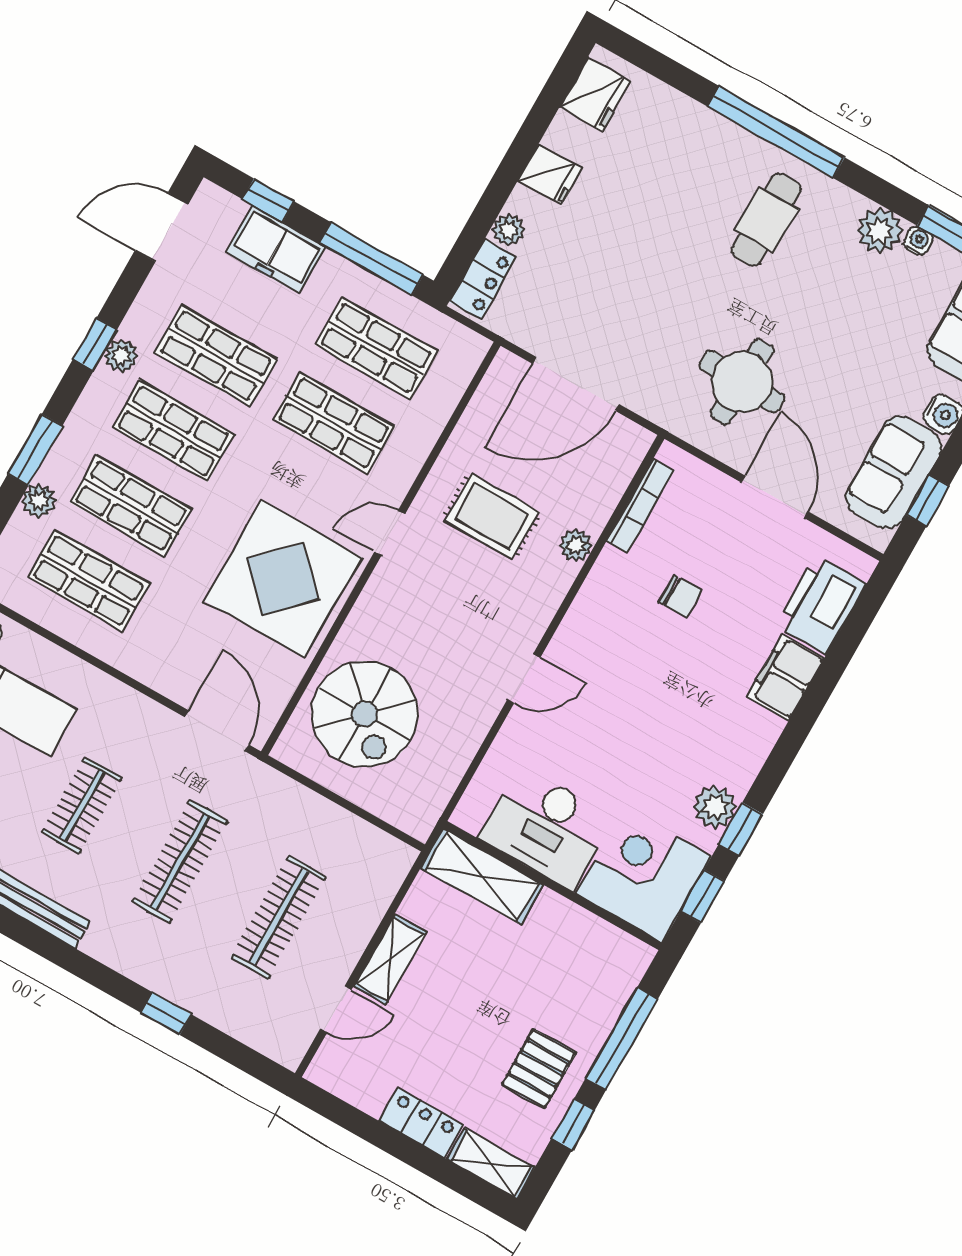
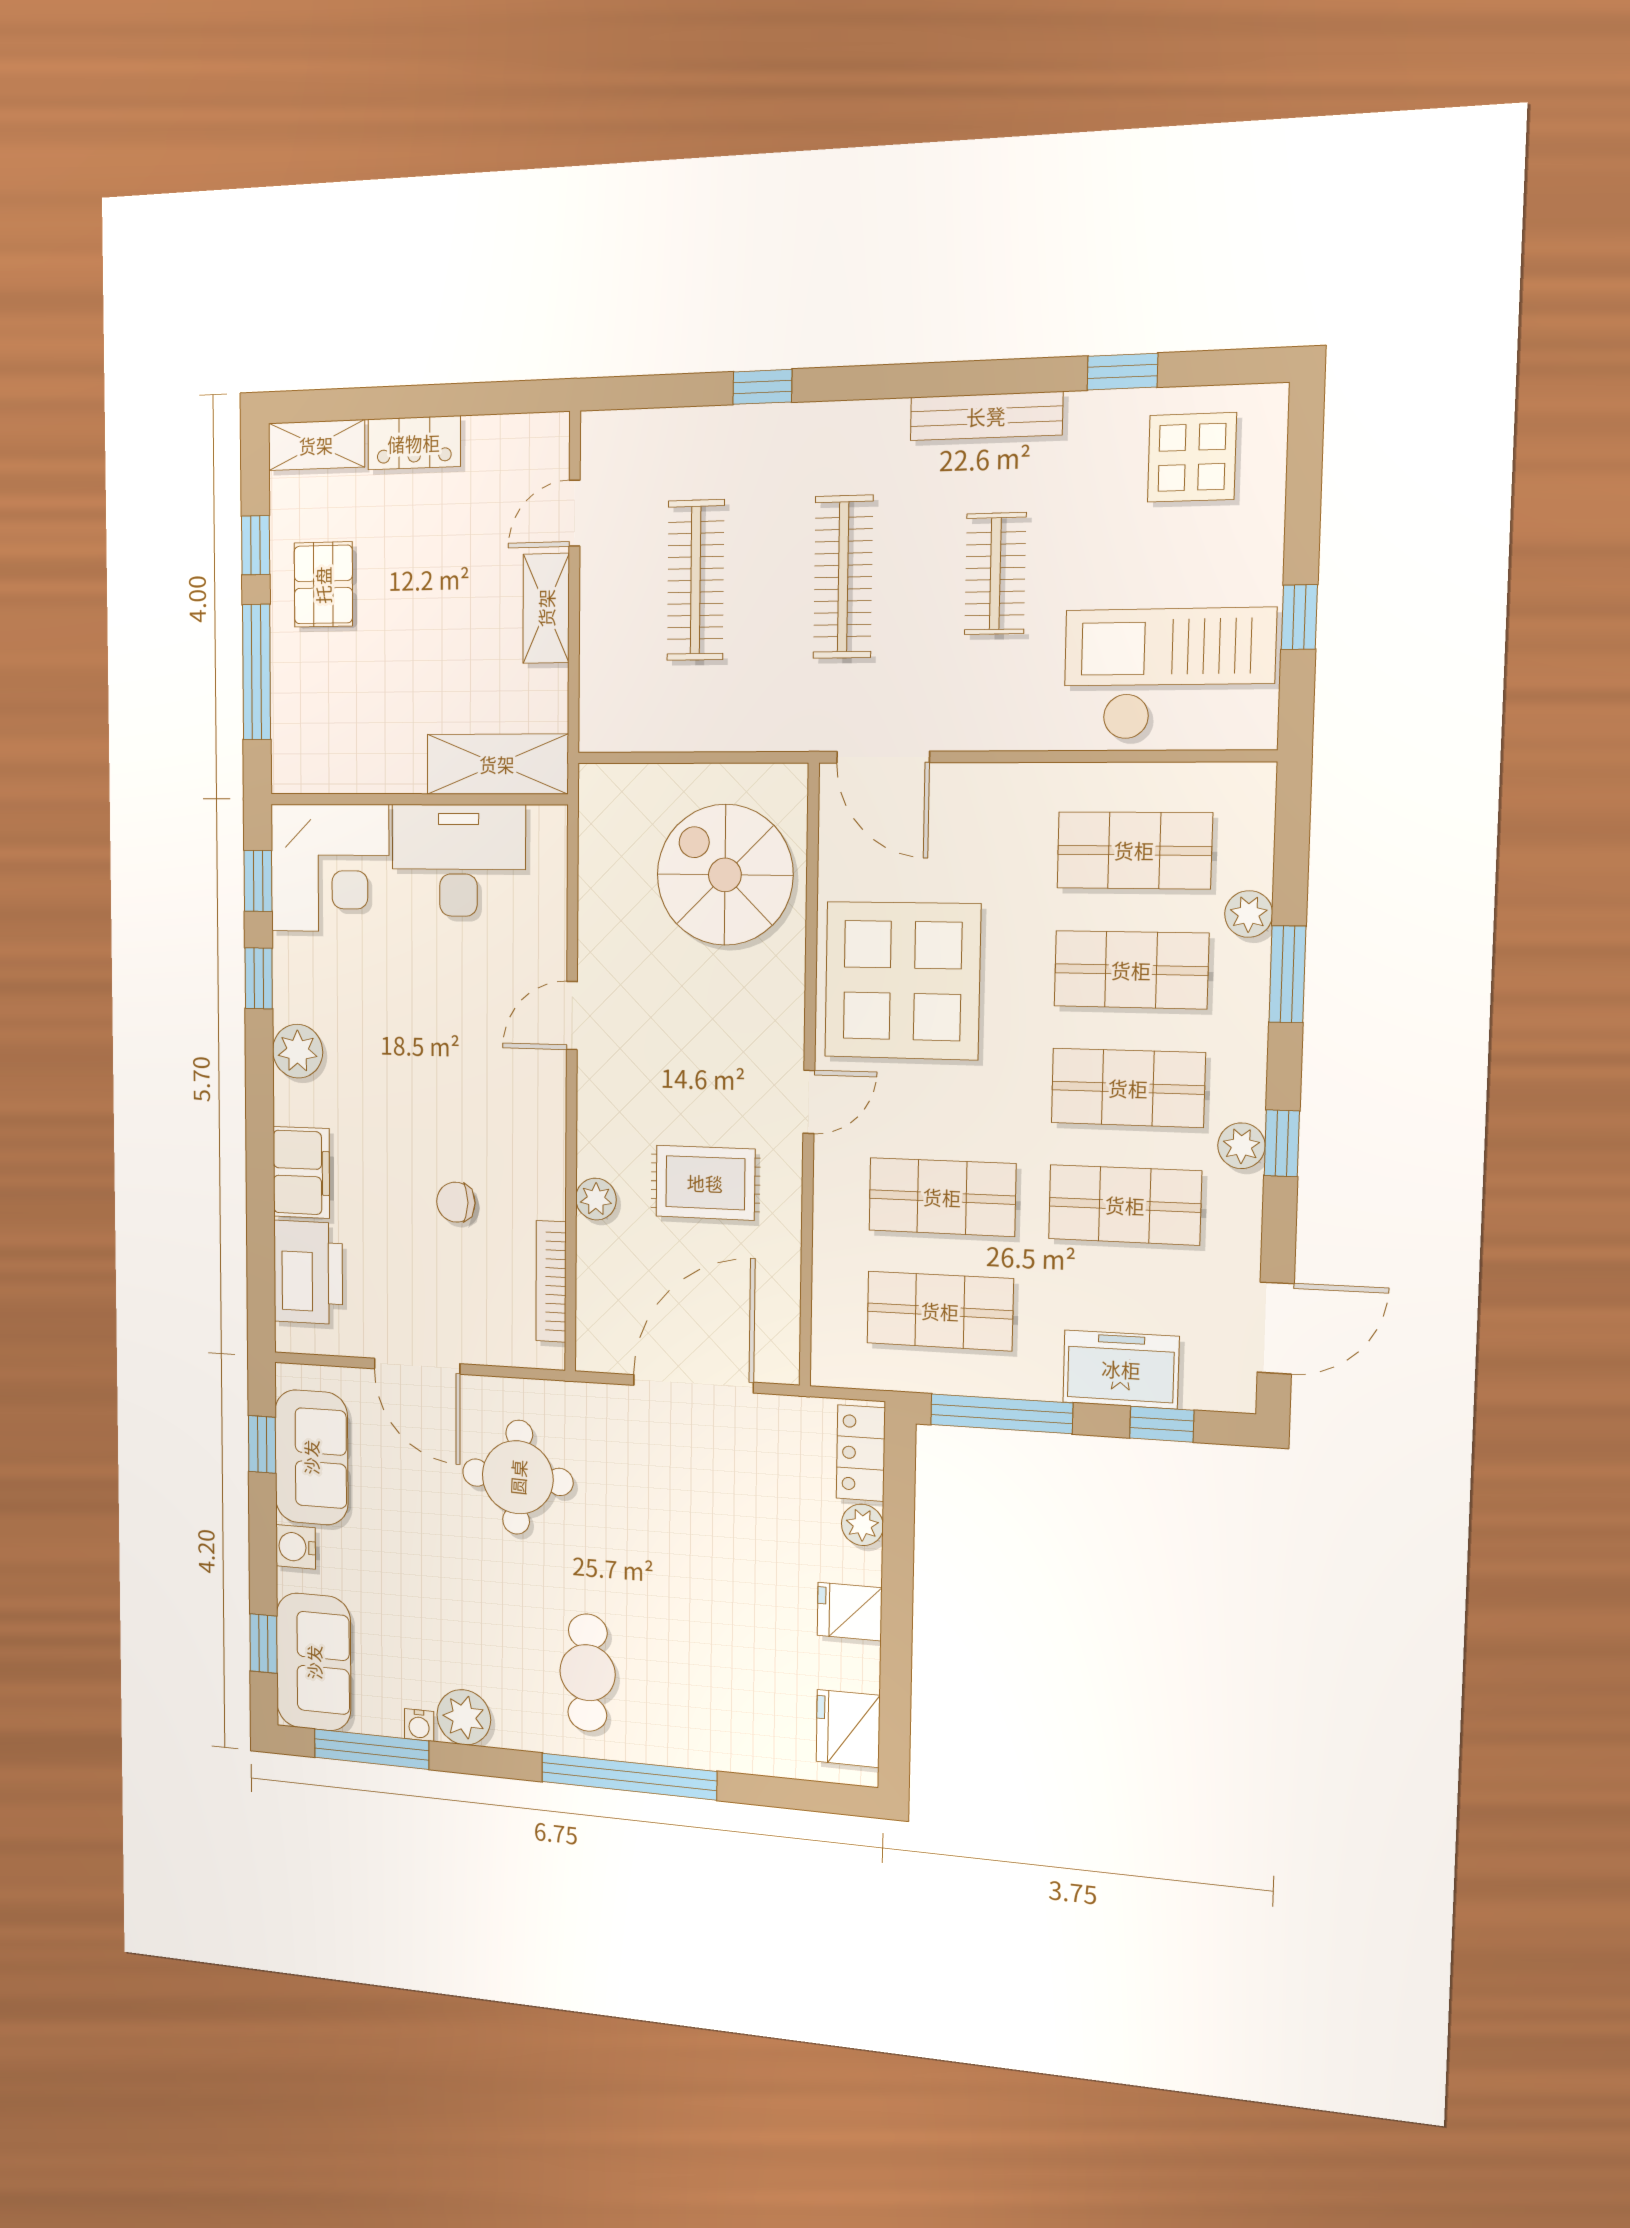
plant: (715, 807) -> (298, 1051), moved

